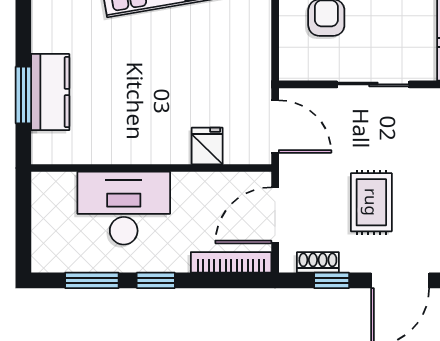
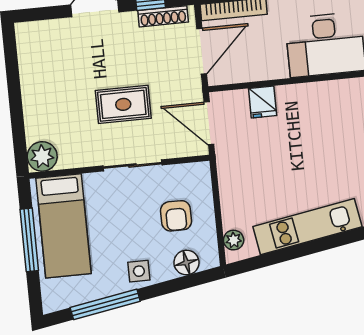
rug: (371, 202) -> (123, 104), moved, turned 90
shoe rack: (318, 262) -> (163, 16), width x1.43

